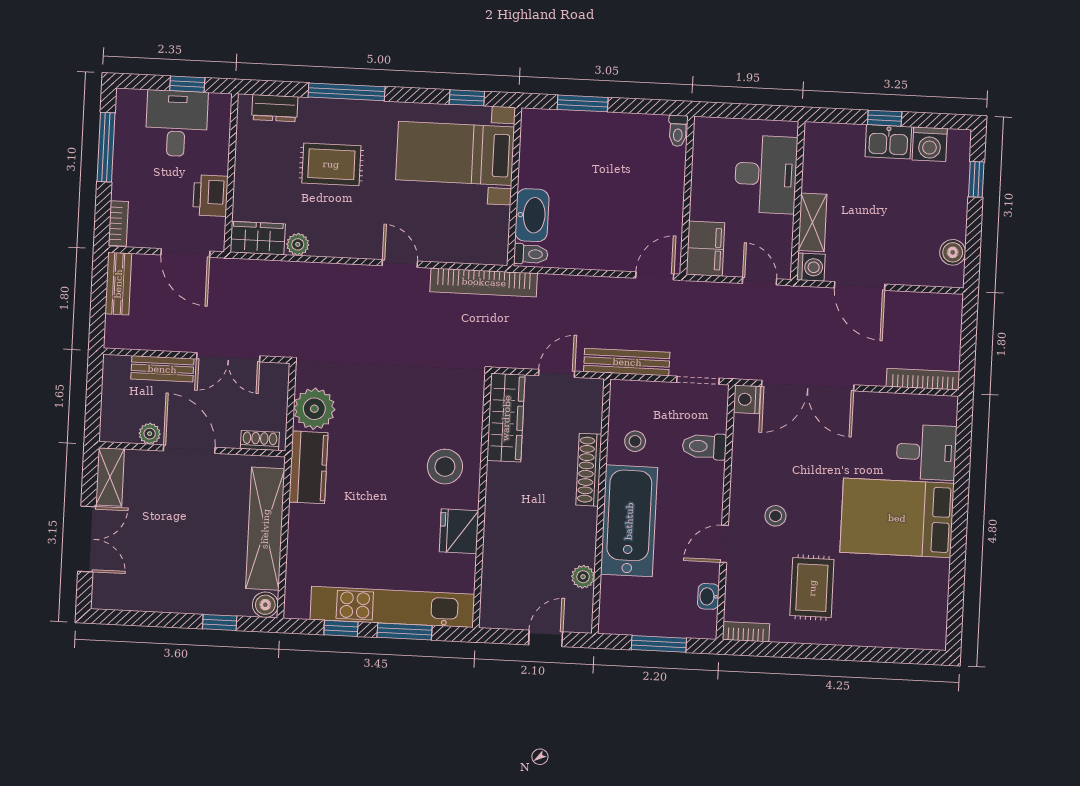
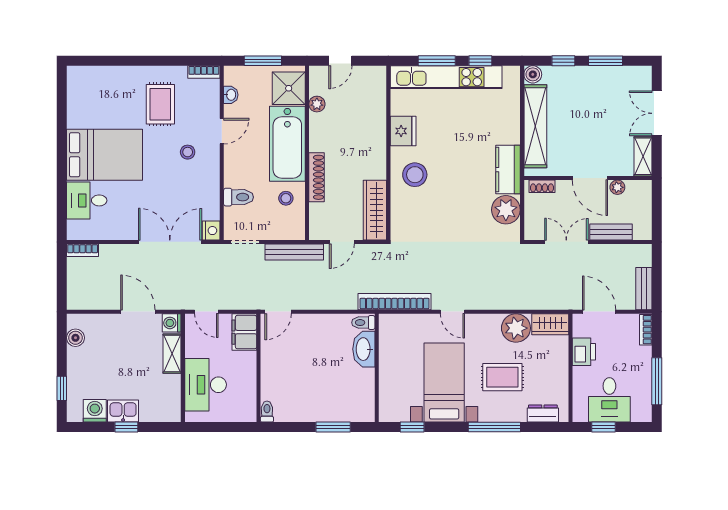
bed with nightstands: (455, 153) -> (444, 383), moved, turned -90
plant: (298, 244) -> (516, 328), width x1.88, depth x1.88
bookcase: (923, 379) -> (83, 250), width x0.64
shower: (623, 602) -> (289, 88), added
window: (158, 619) -> (605, 61), added

